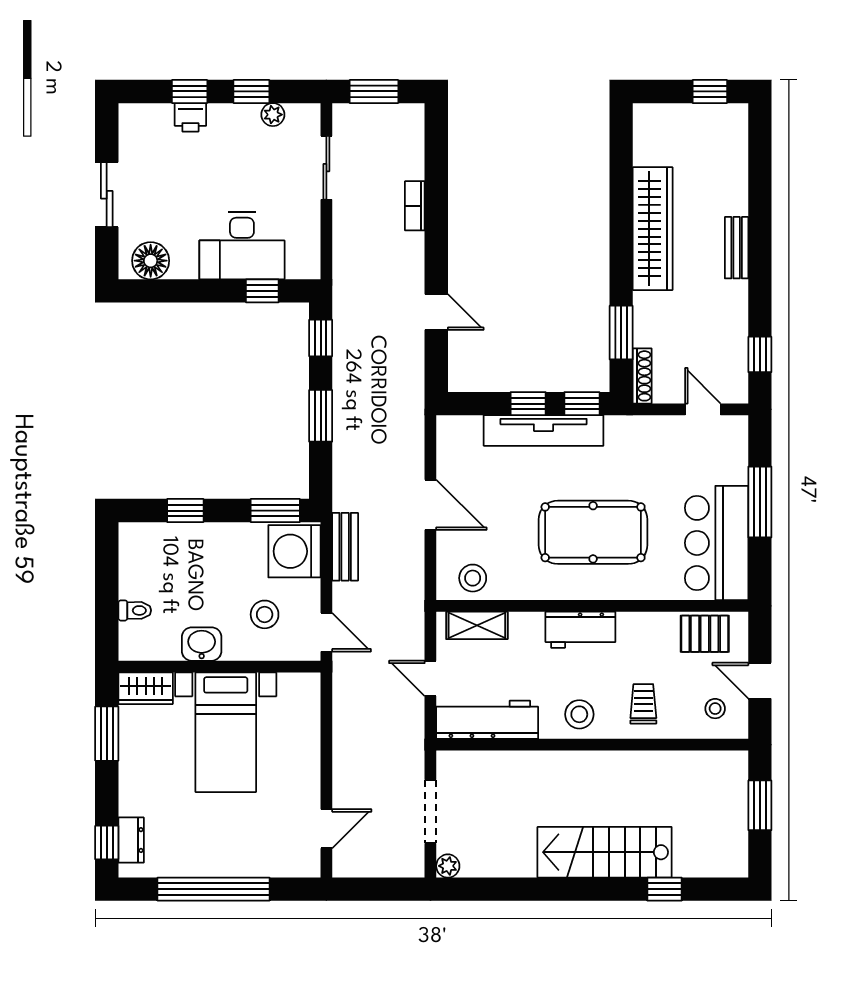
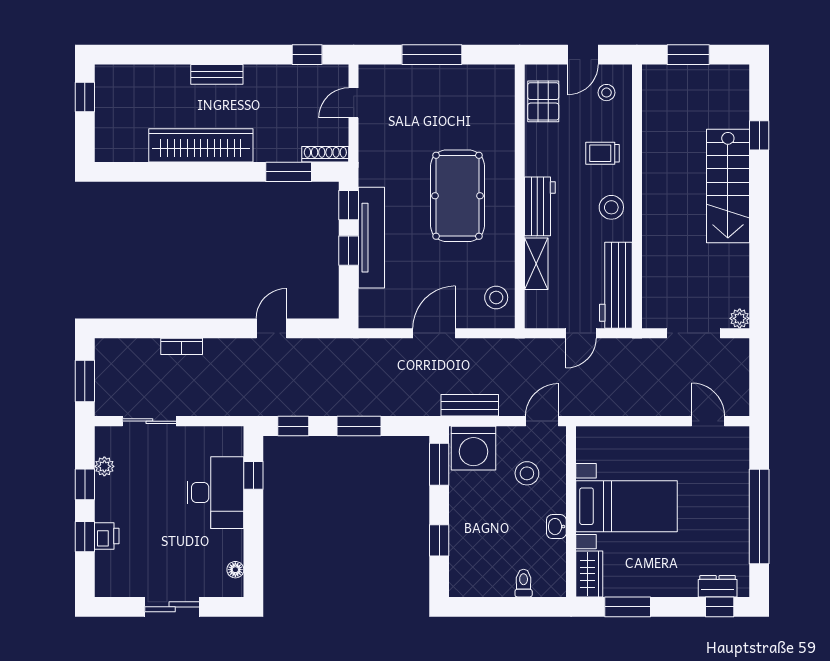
floor lamp: (151, 261) -> (235, 570), width x0.53, depth x0.53
bar counter: (717, 543) -> (467, 91), removed
shelving: (477, 625) -> (536, 264), moved
washbasin: (202, 644) -> (556, 527), width x0.72, depth x0.69

